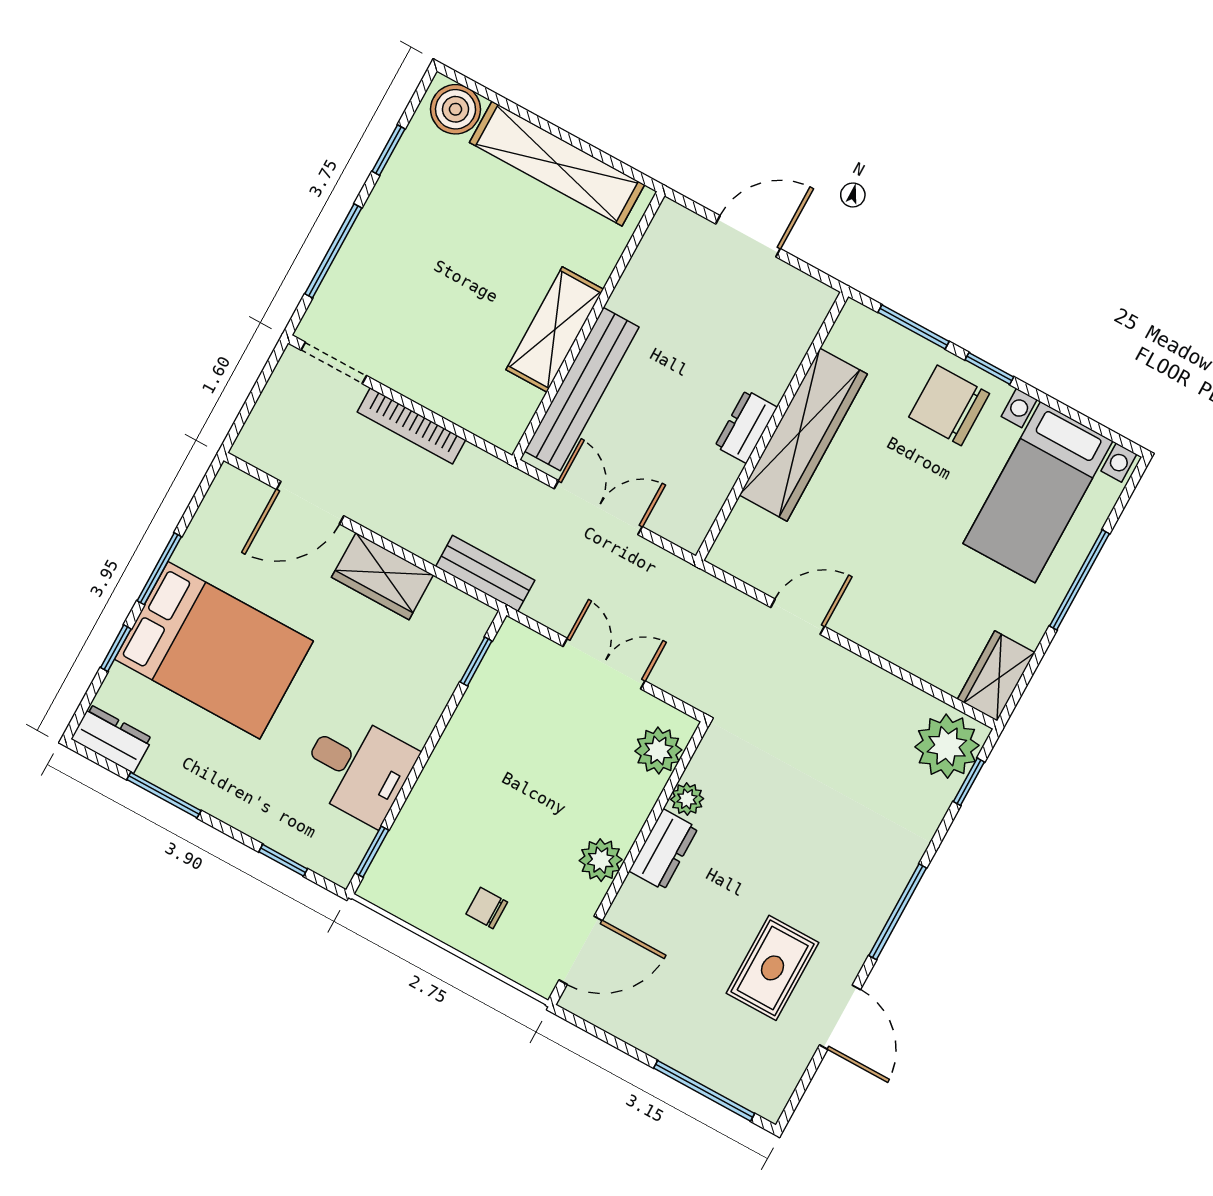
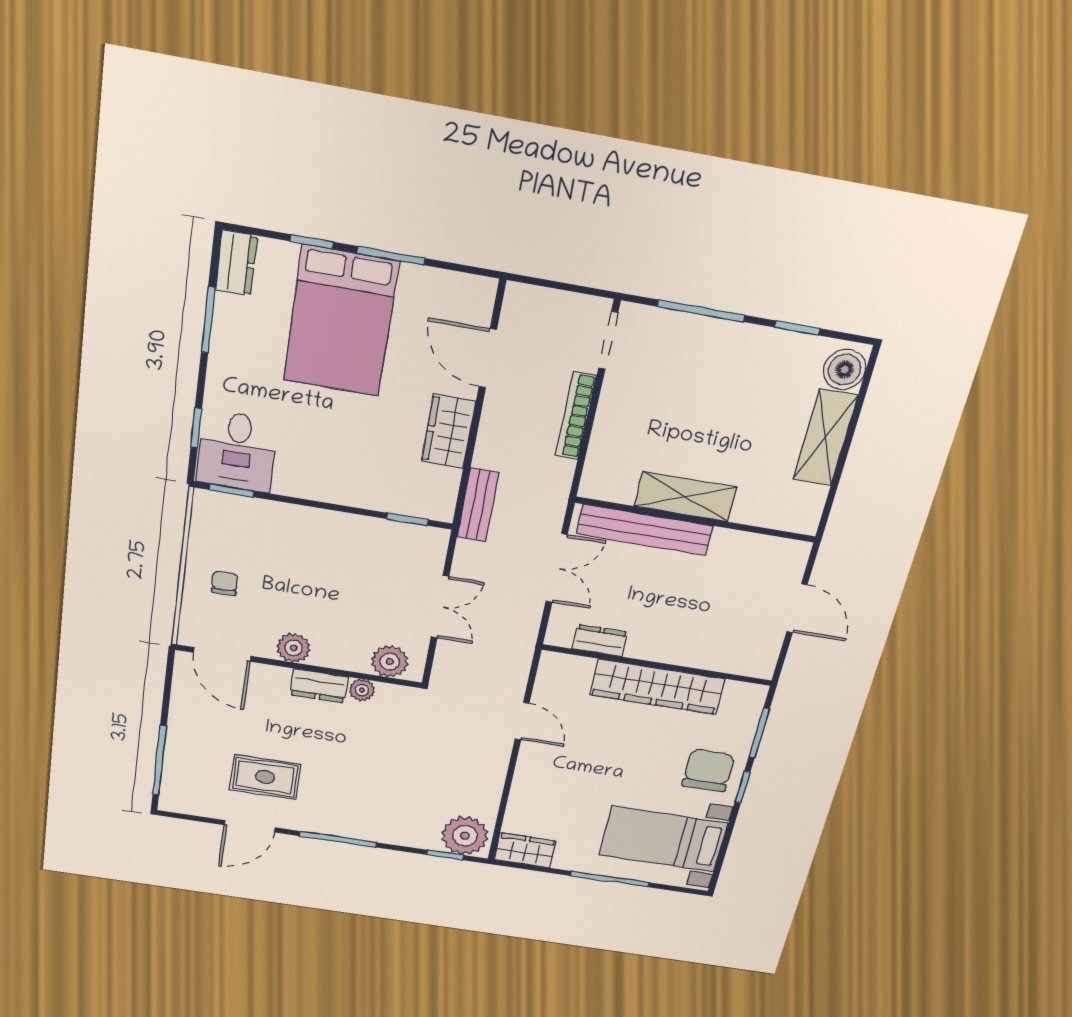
shelving: (557, 164) -> (825, 438), width x0.68
dresser: (746, 427) -> (600, 640), moved
desk: (358, 768) -> (237, 451), moved

